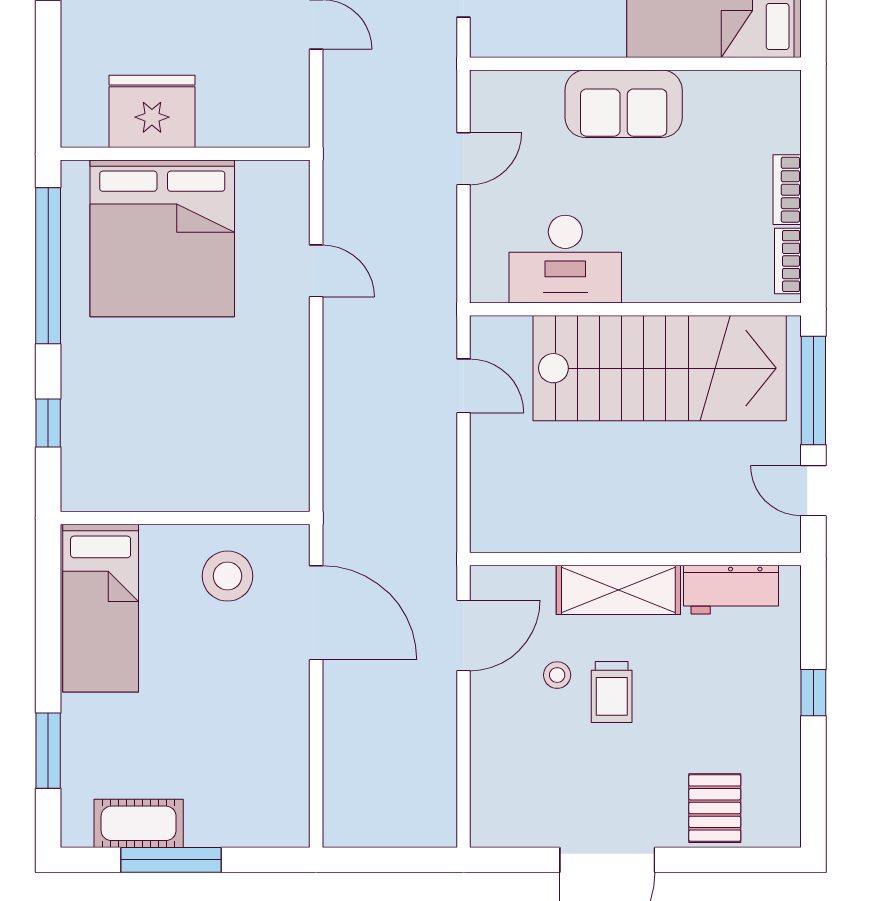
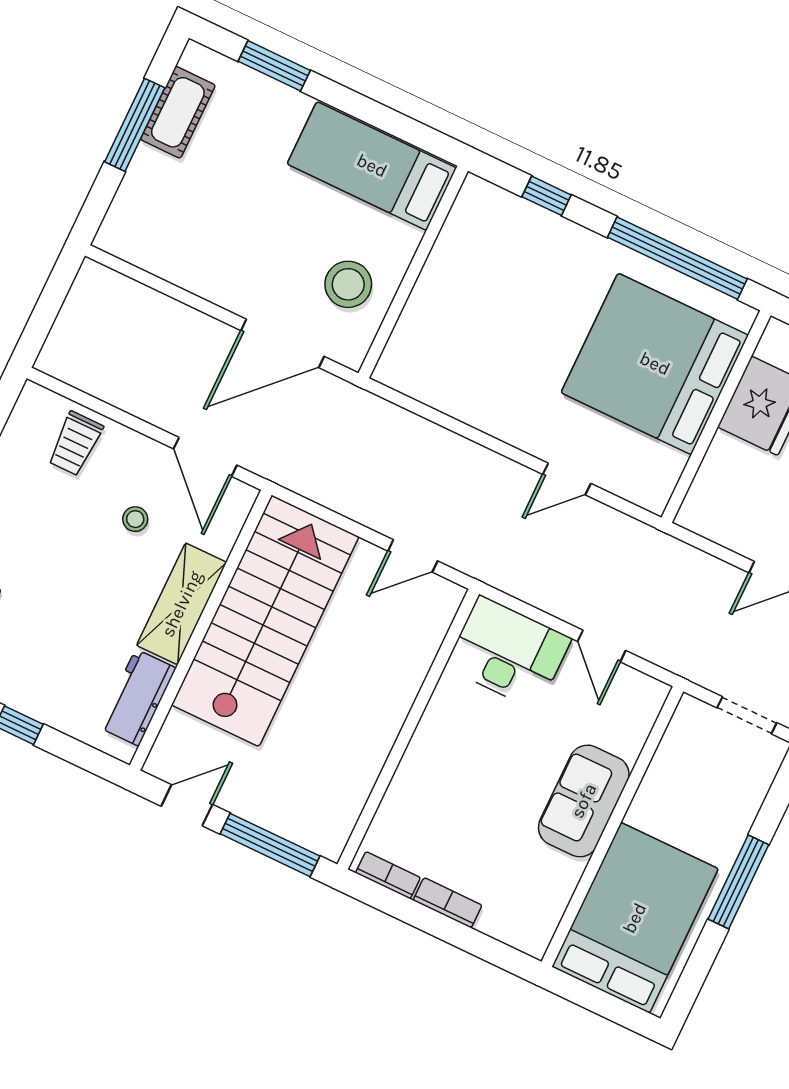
desk: (565, 259) -> (508, 653), moved, turned 90
stairs: (660, 368) -> (265, 621), moved, turned 180
trolley: (612, 692) -> (75, 444), moved, turned -90

